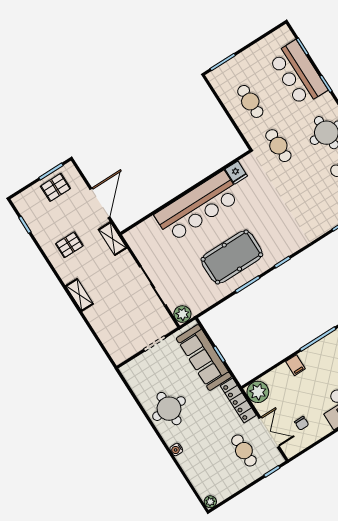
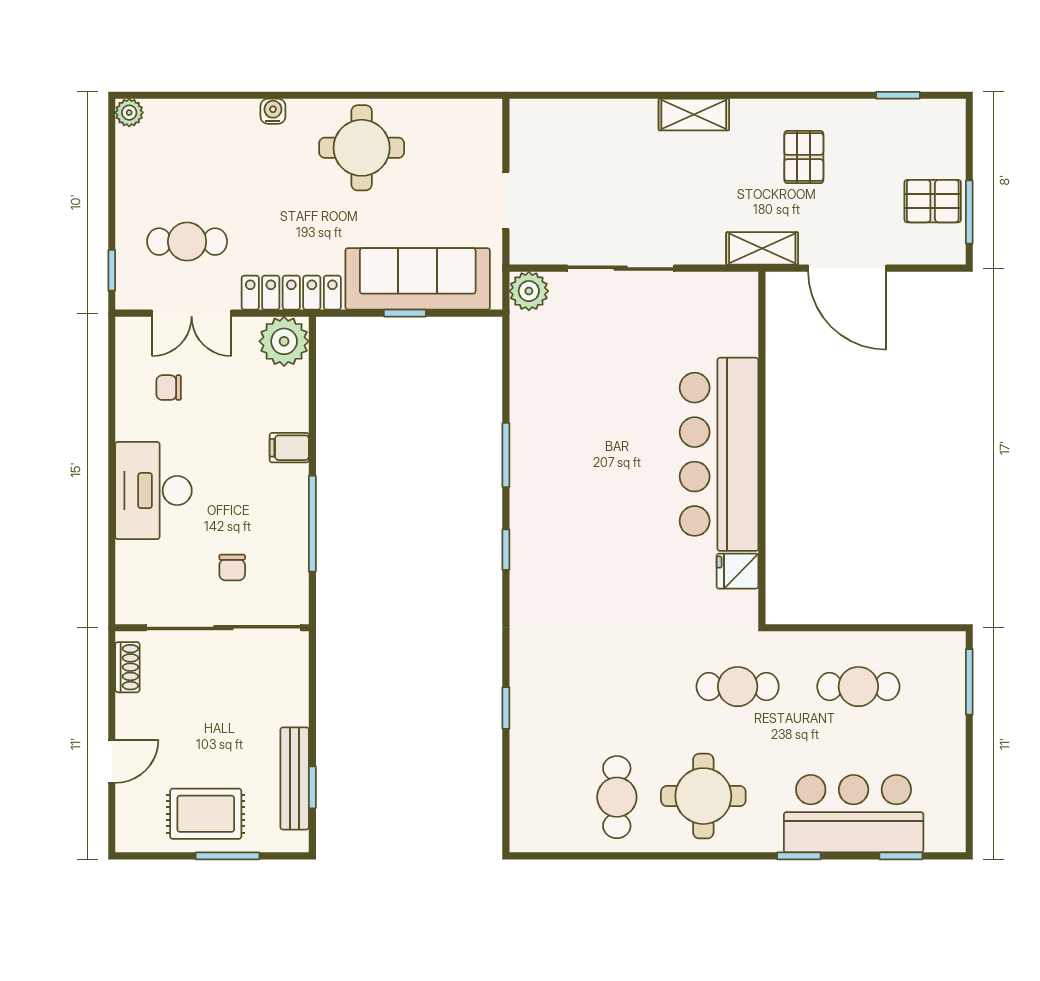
pallet: (55, 187) -> (933, 201), turned 90
pool table: (232, 257) -> (579, 458), removed

